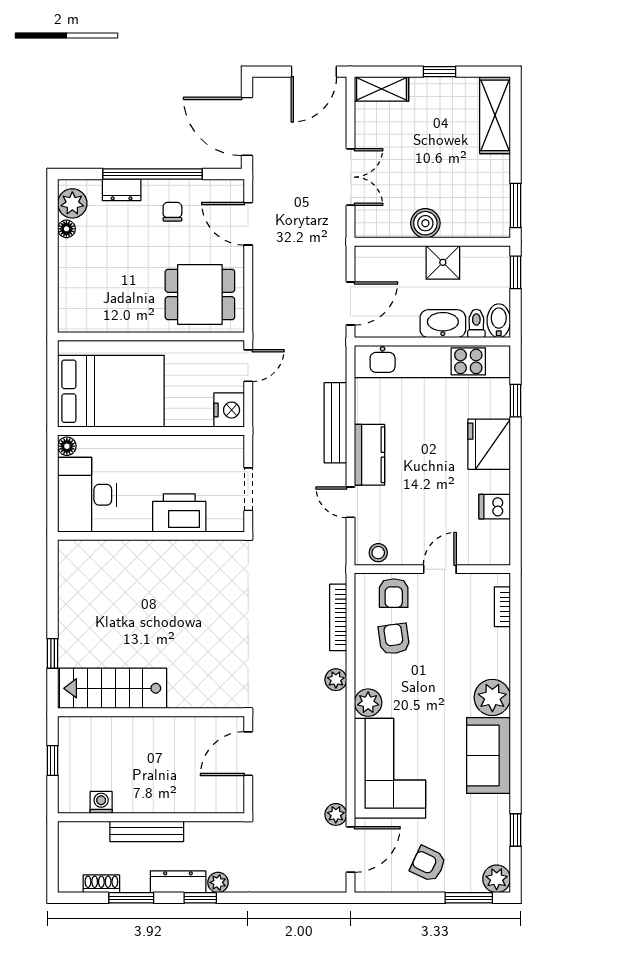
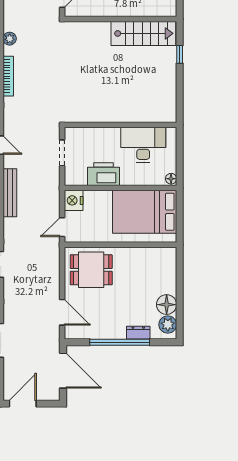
chair: (172, 212) -> (108, 319), removed
floor lamp: (66, 229) -> (167, 305), width x1.89, depth x1.89
desk: (87, 495) -> (143, 145), moved, turned -90
printer: (179, 513) -> (104, 174), moved, turned 180

